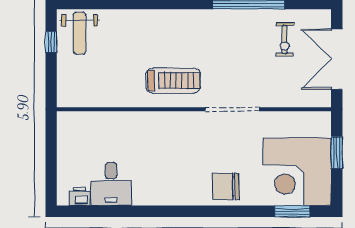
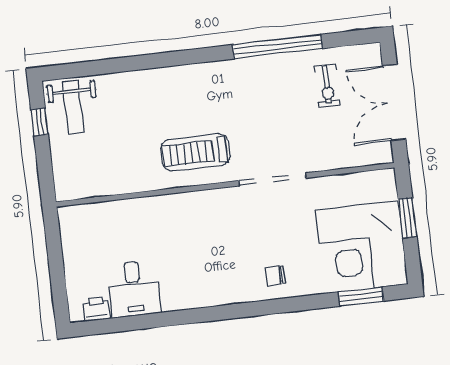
treadmill: (173, 81) -> (196, 152), turned 180
chair: (226, 186) -> (275, 275), width x0.54, depth x0.54

